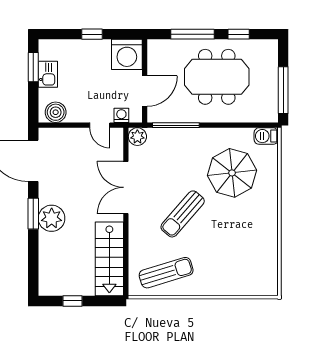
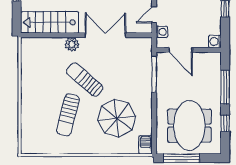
washing machine: (127, 54) -> (215, 42), width x0.53, depth x0.53
meeting table: (217, 77) -> (189, 126), moved
plant: (137, 137) -> (72, 44), moved
sun lounger: (166, 273) -> (68, 115), moved, turned 31

